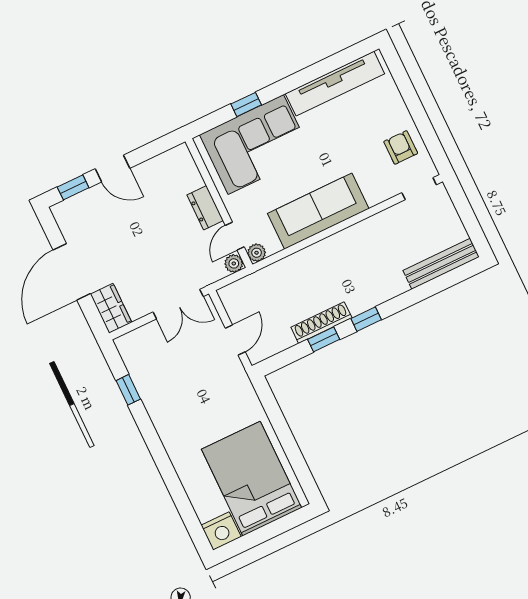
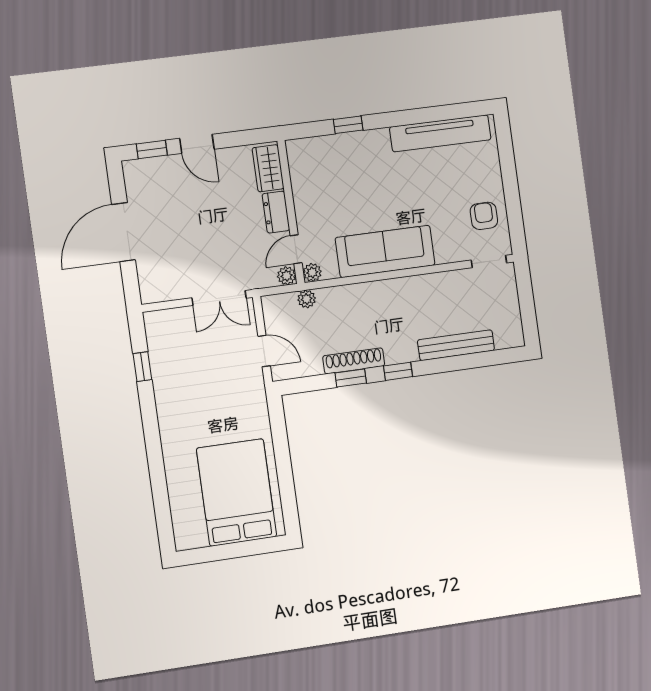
corner sofa: (256, 145) -> (345, 167), removed
bench: (441, 264) -> (456, 345), moved
plant: (259, 279) -> (307, 299), added
wardrobe: (111, 308) -> (268, 168), moved, turned 180
door: (235, 340) -> (264, 351), hinge flipped
nightstand: (221, 531) -> (190, 535), removed

